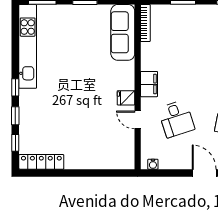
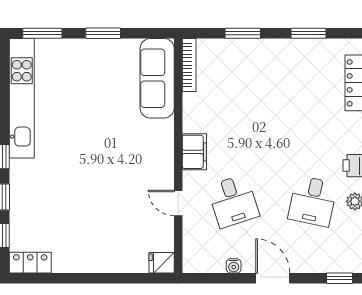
fridge: (126, 98) -> (162, 263), moved
locker: (41, 162) -> (30, 263), width x0.66
water cooler: (153, 164) -> (234, 266), moved

